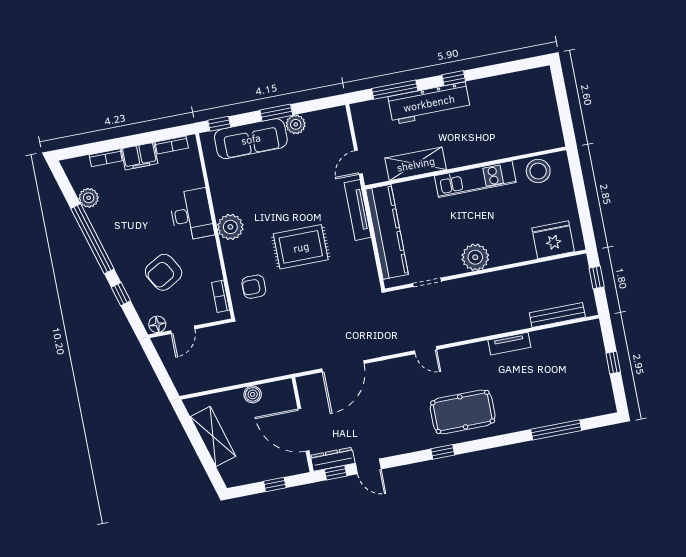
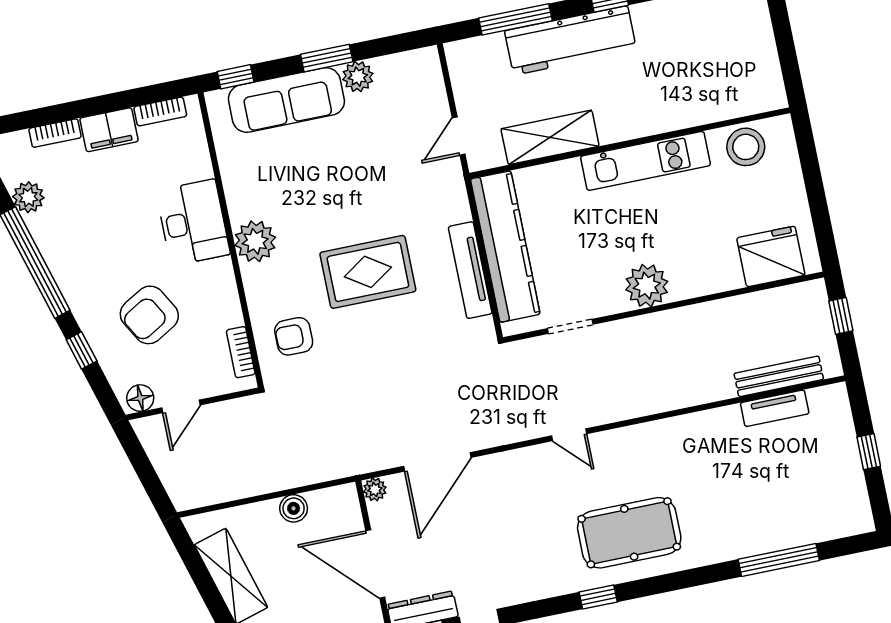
tv unit: (358, 210) -> (470, 270), moved
tv unit: (509, 344) -> (775, 408), moved
plant: (304, 383) -> (375, 489), added

